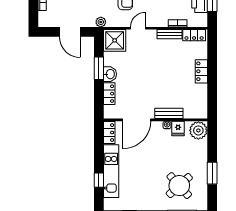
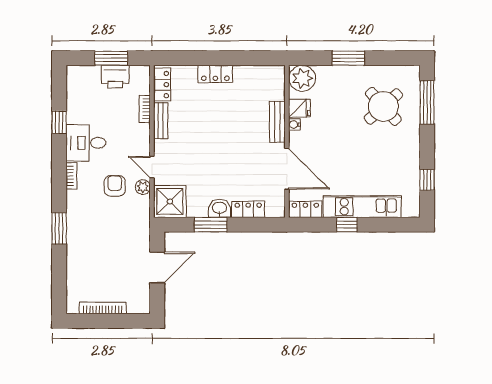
plant: (101, 22) -> (143, 187), moved
window: (212, 173) -> (348, 58), moved
window: (99, 180) -> (347, 225), moved

